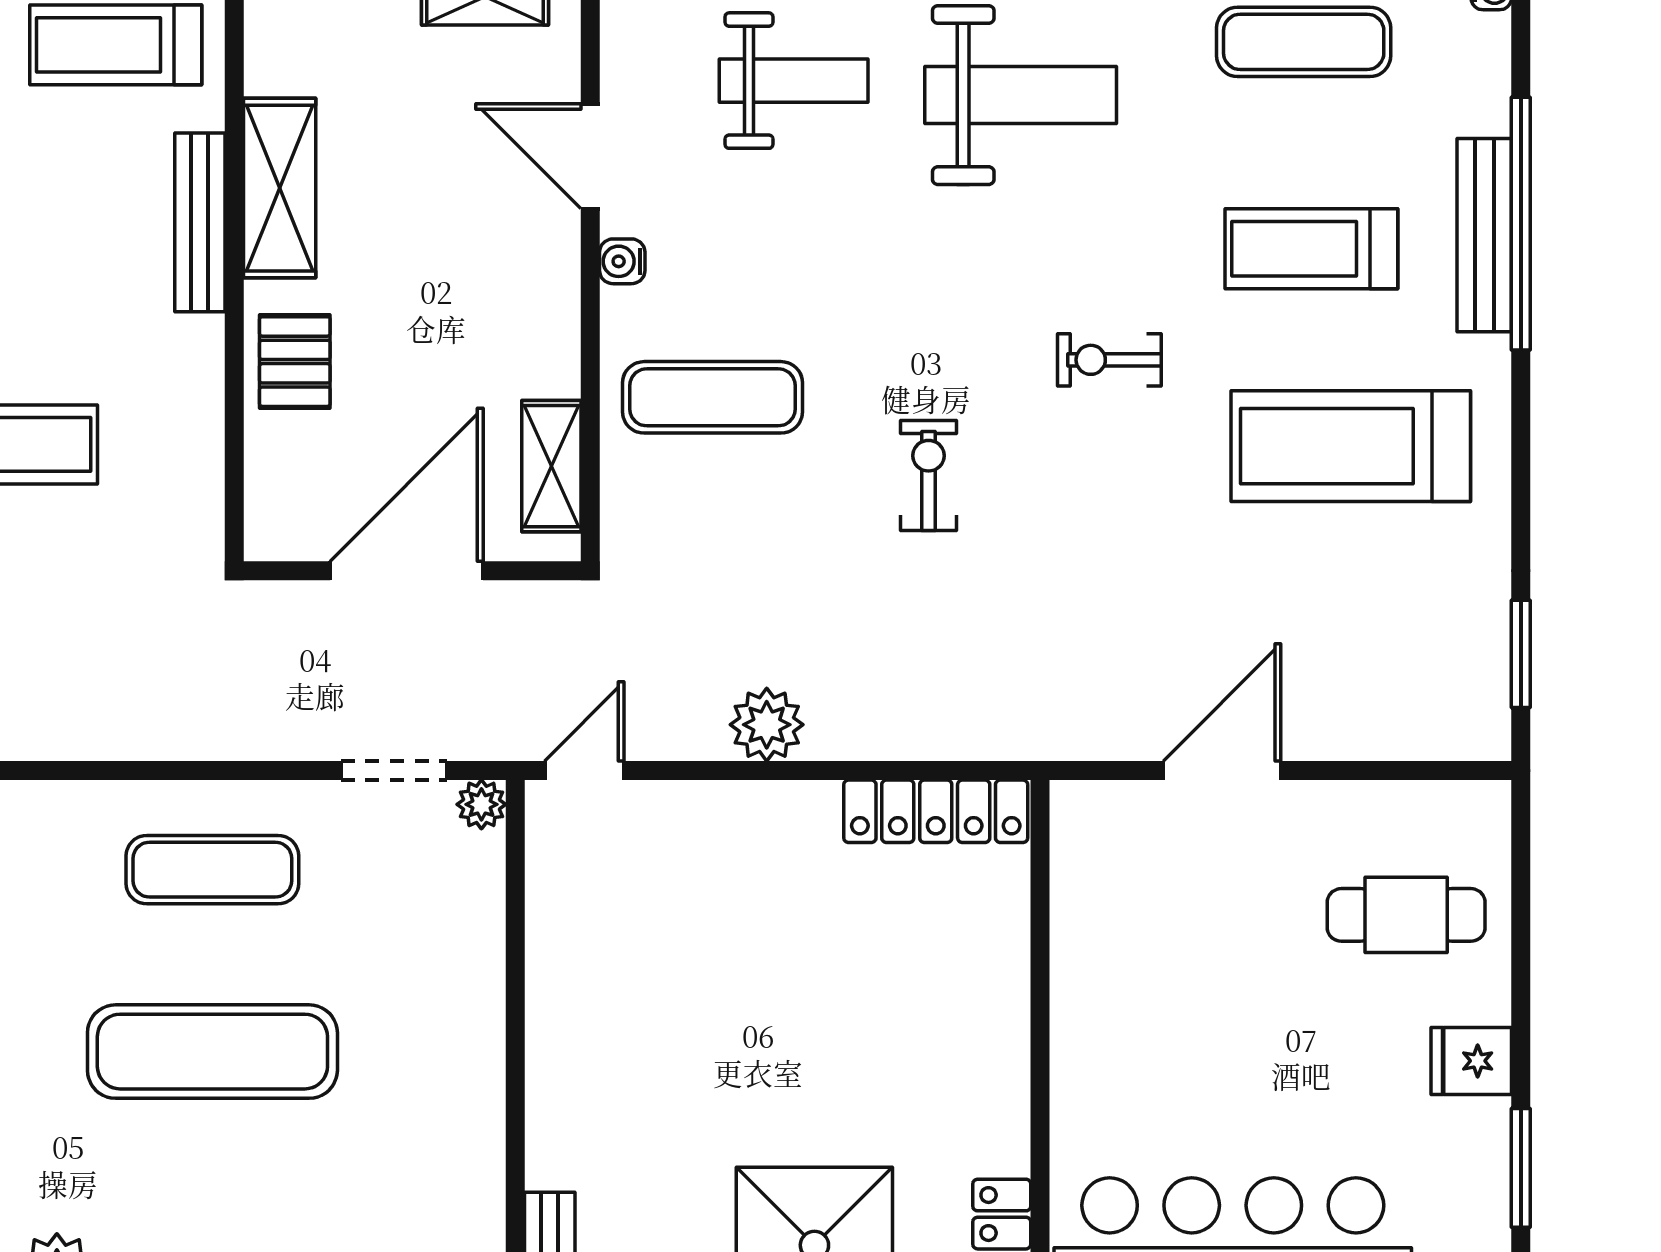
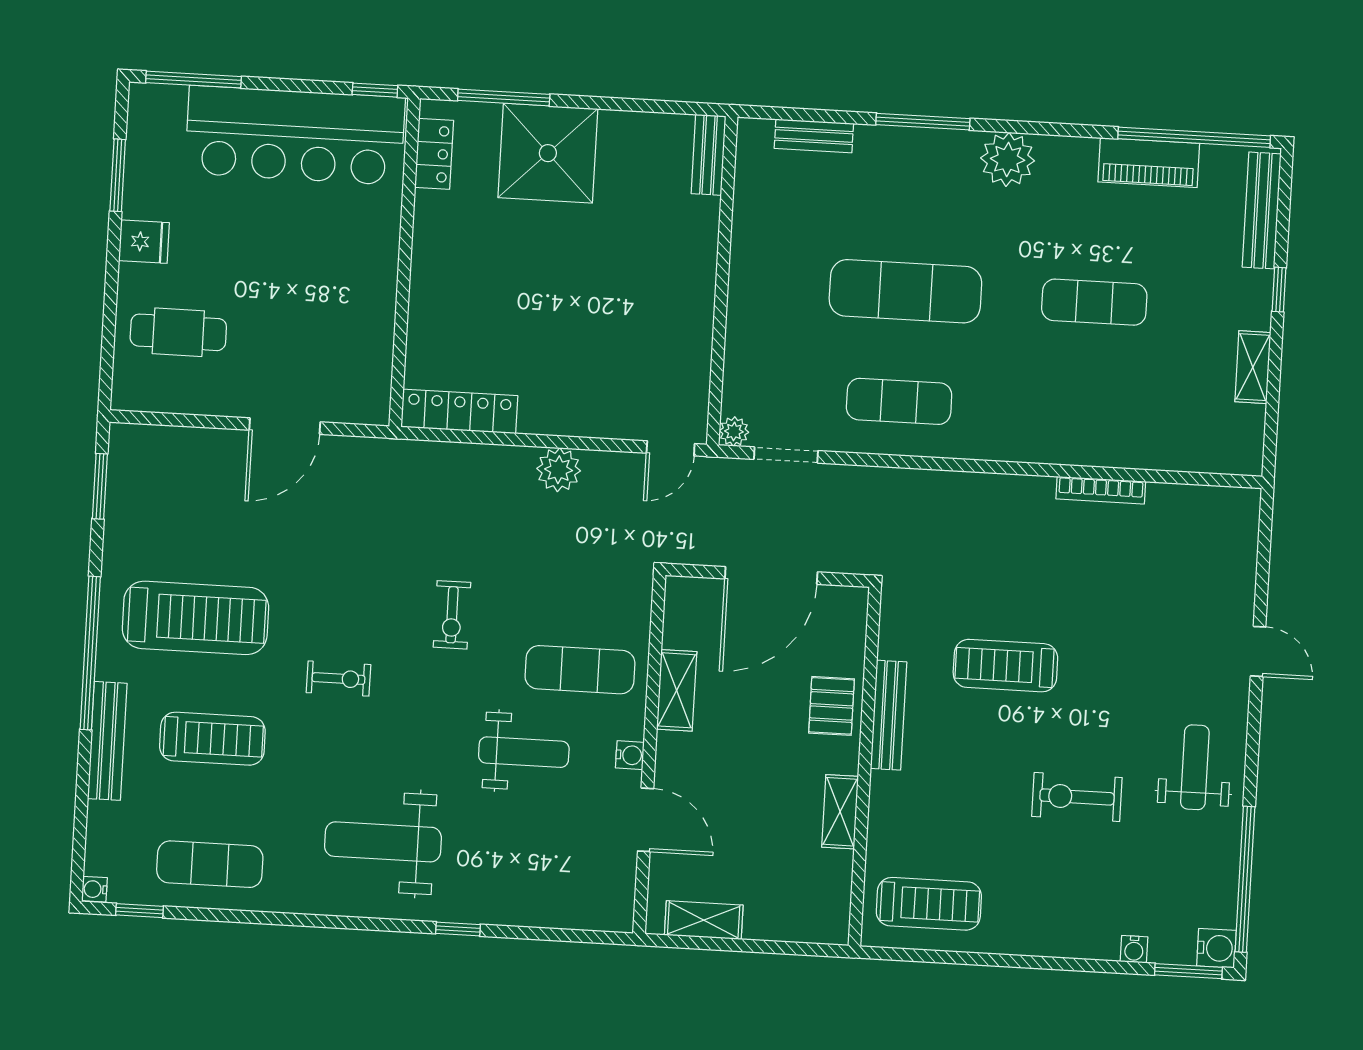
weight bench: (794, 81) -> (524, 752), moved, turned 180
shelving: (280, 188) -> (840, 812), width x0.67, depth x0.75
bench: (200, 222) -> (889, 715), moved
window: (1521, 224) -> (90, 653), moved
shelving: (551, 466) -> (677, 690), moved

